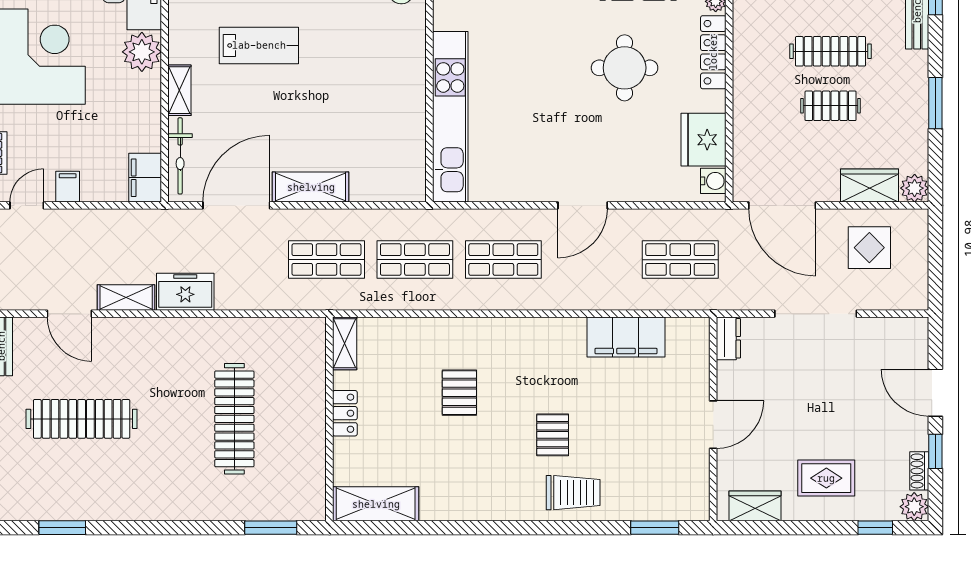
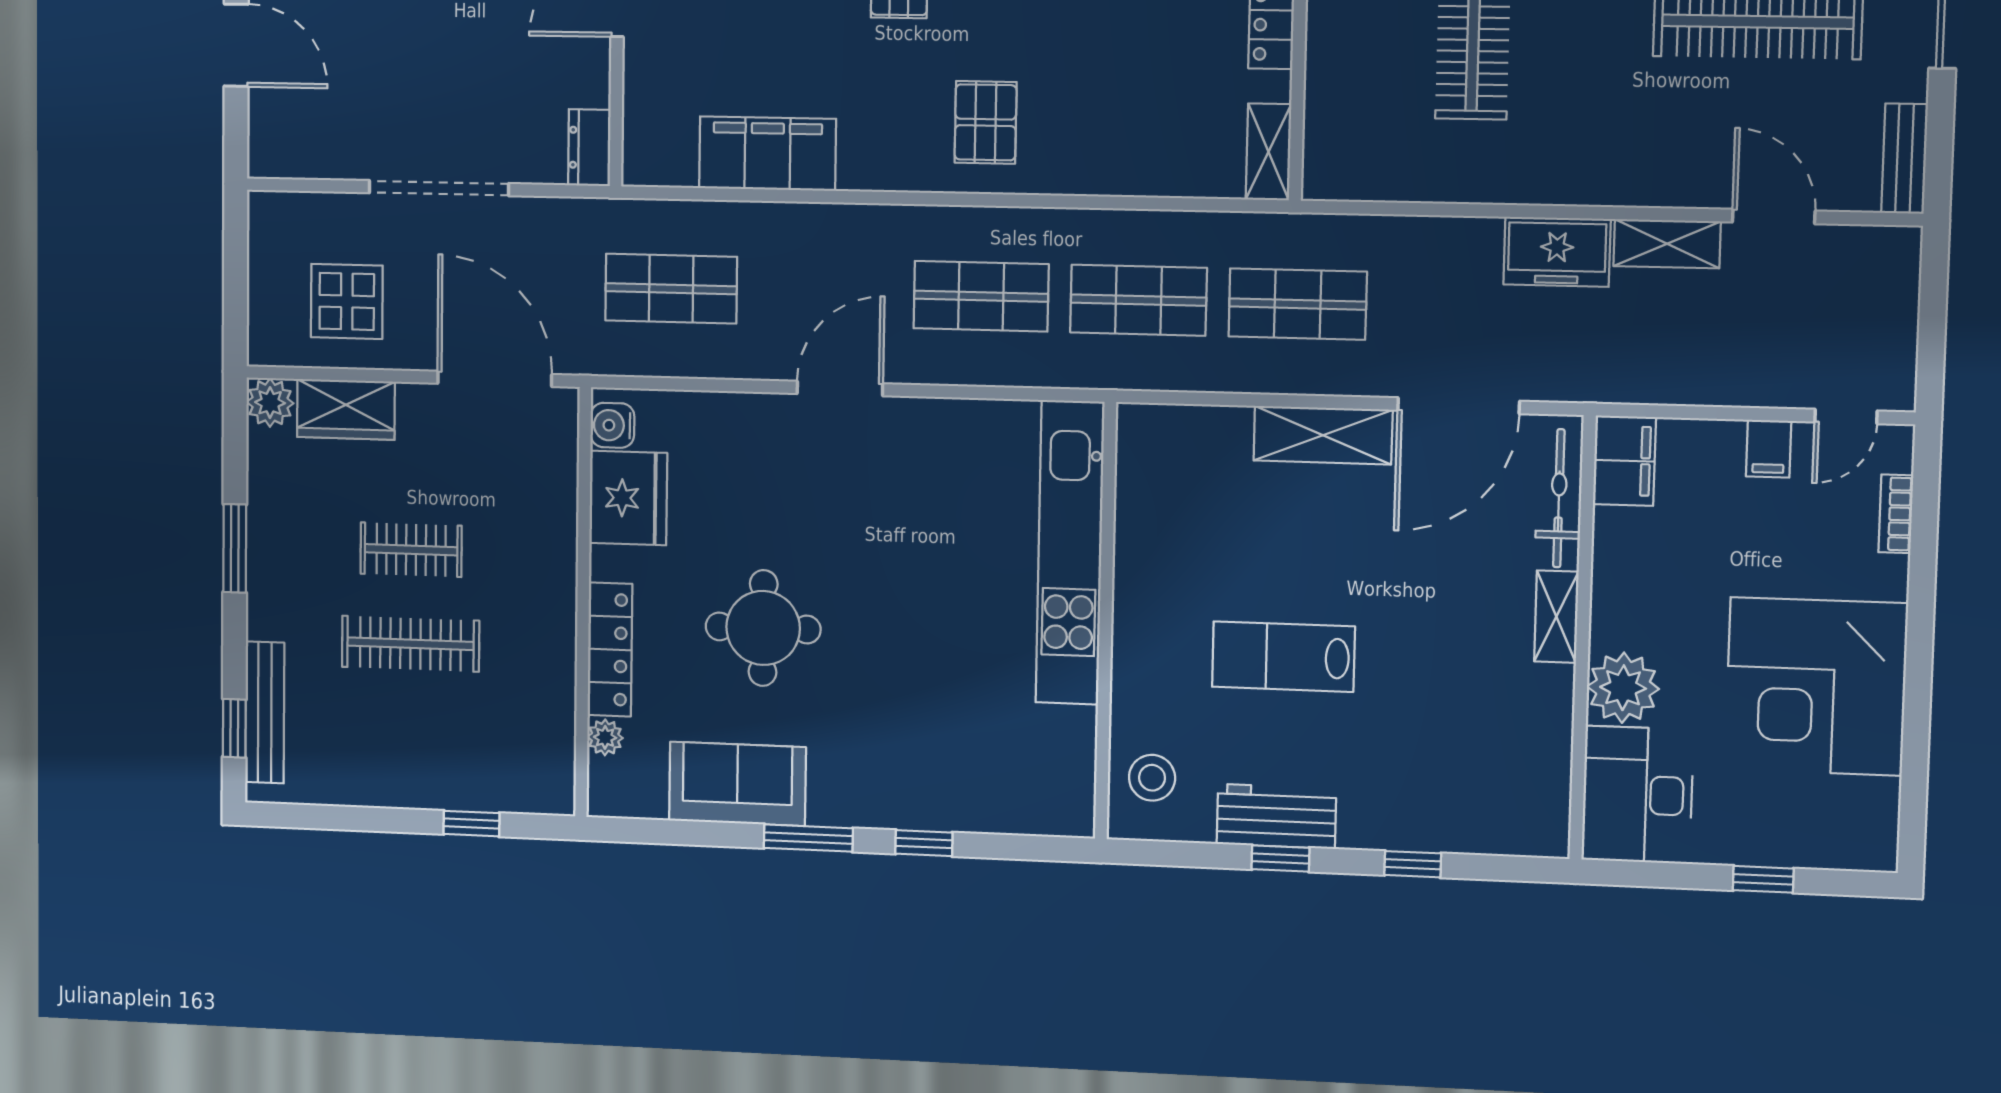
lab bench: (259, 45) -> (1283, 657), moved
pallet: (459, 393) -> (986, 122), moved

